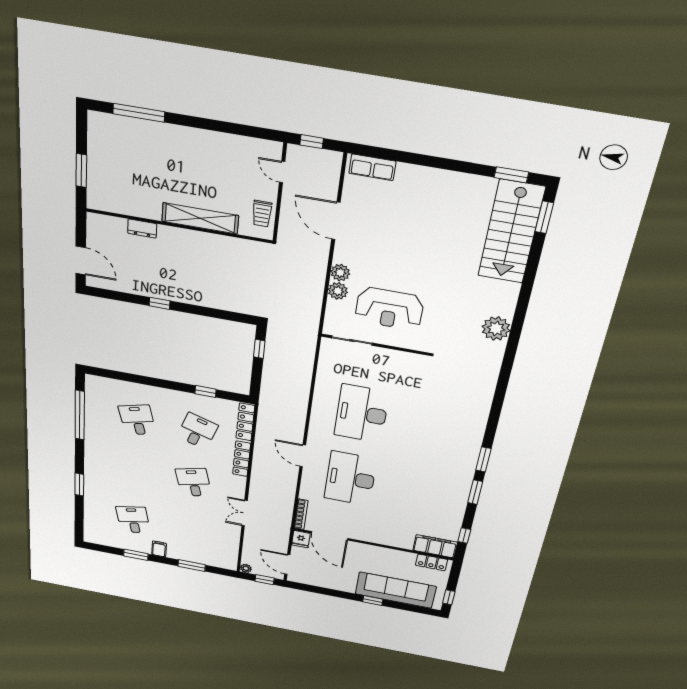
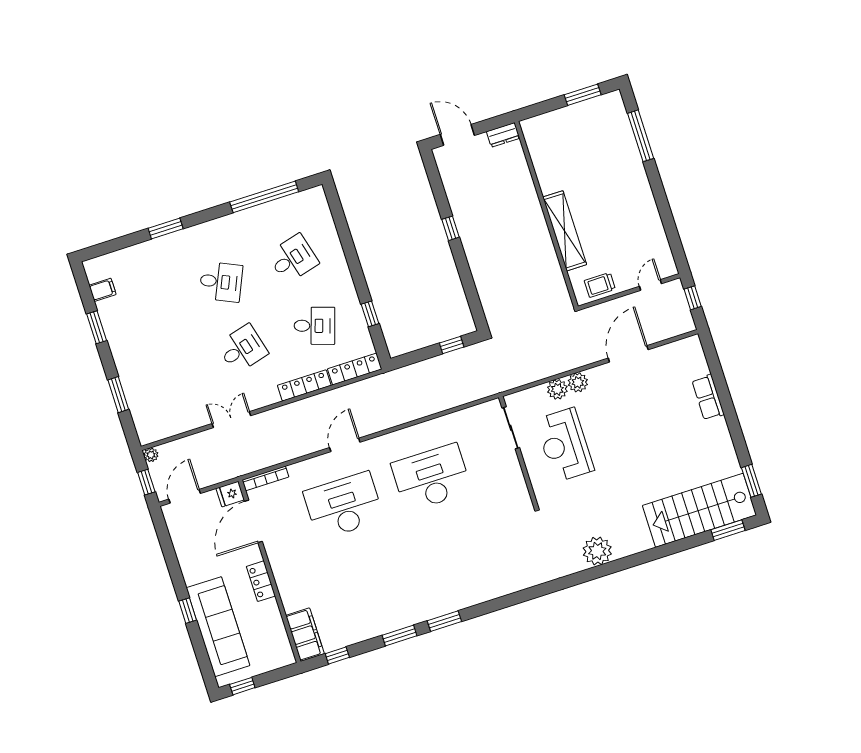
row of seats: (372, 167) -> (708, 397), moved
window: (81, 170) -> (583, 95), moved
dresser: (142, 228) -> (503, 135), moved, turned -90
door: (81, 261) -> (457, 135), swing flipped
desk: (133, 520) -> (221, 282), moved, turned 36
filing cabinet: (159, 549) -> (103, 290), moved
locker: (432, 562) -> (261, 581), moved

